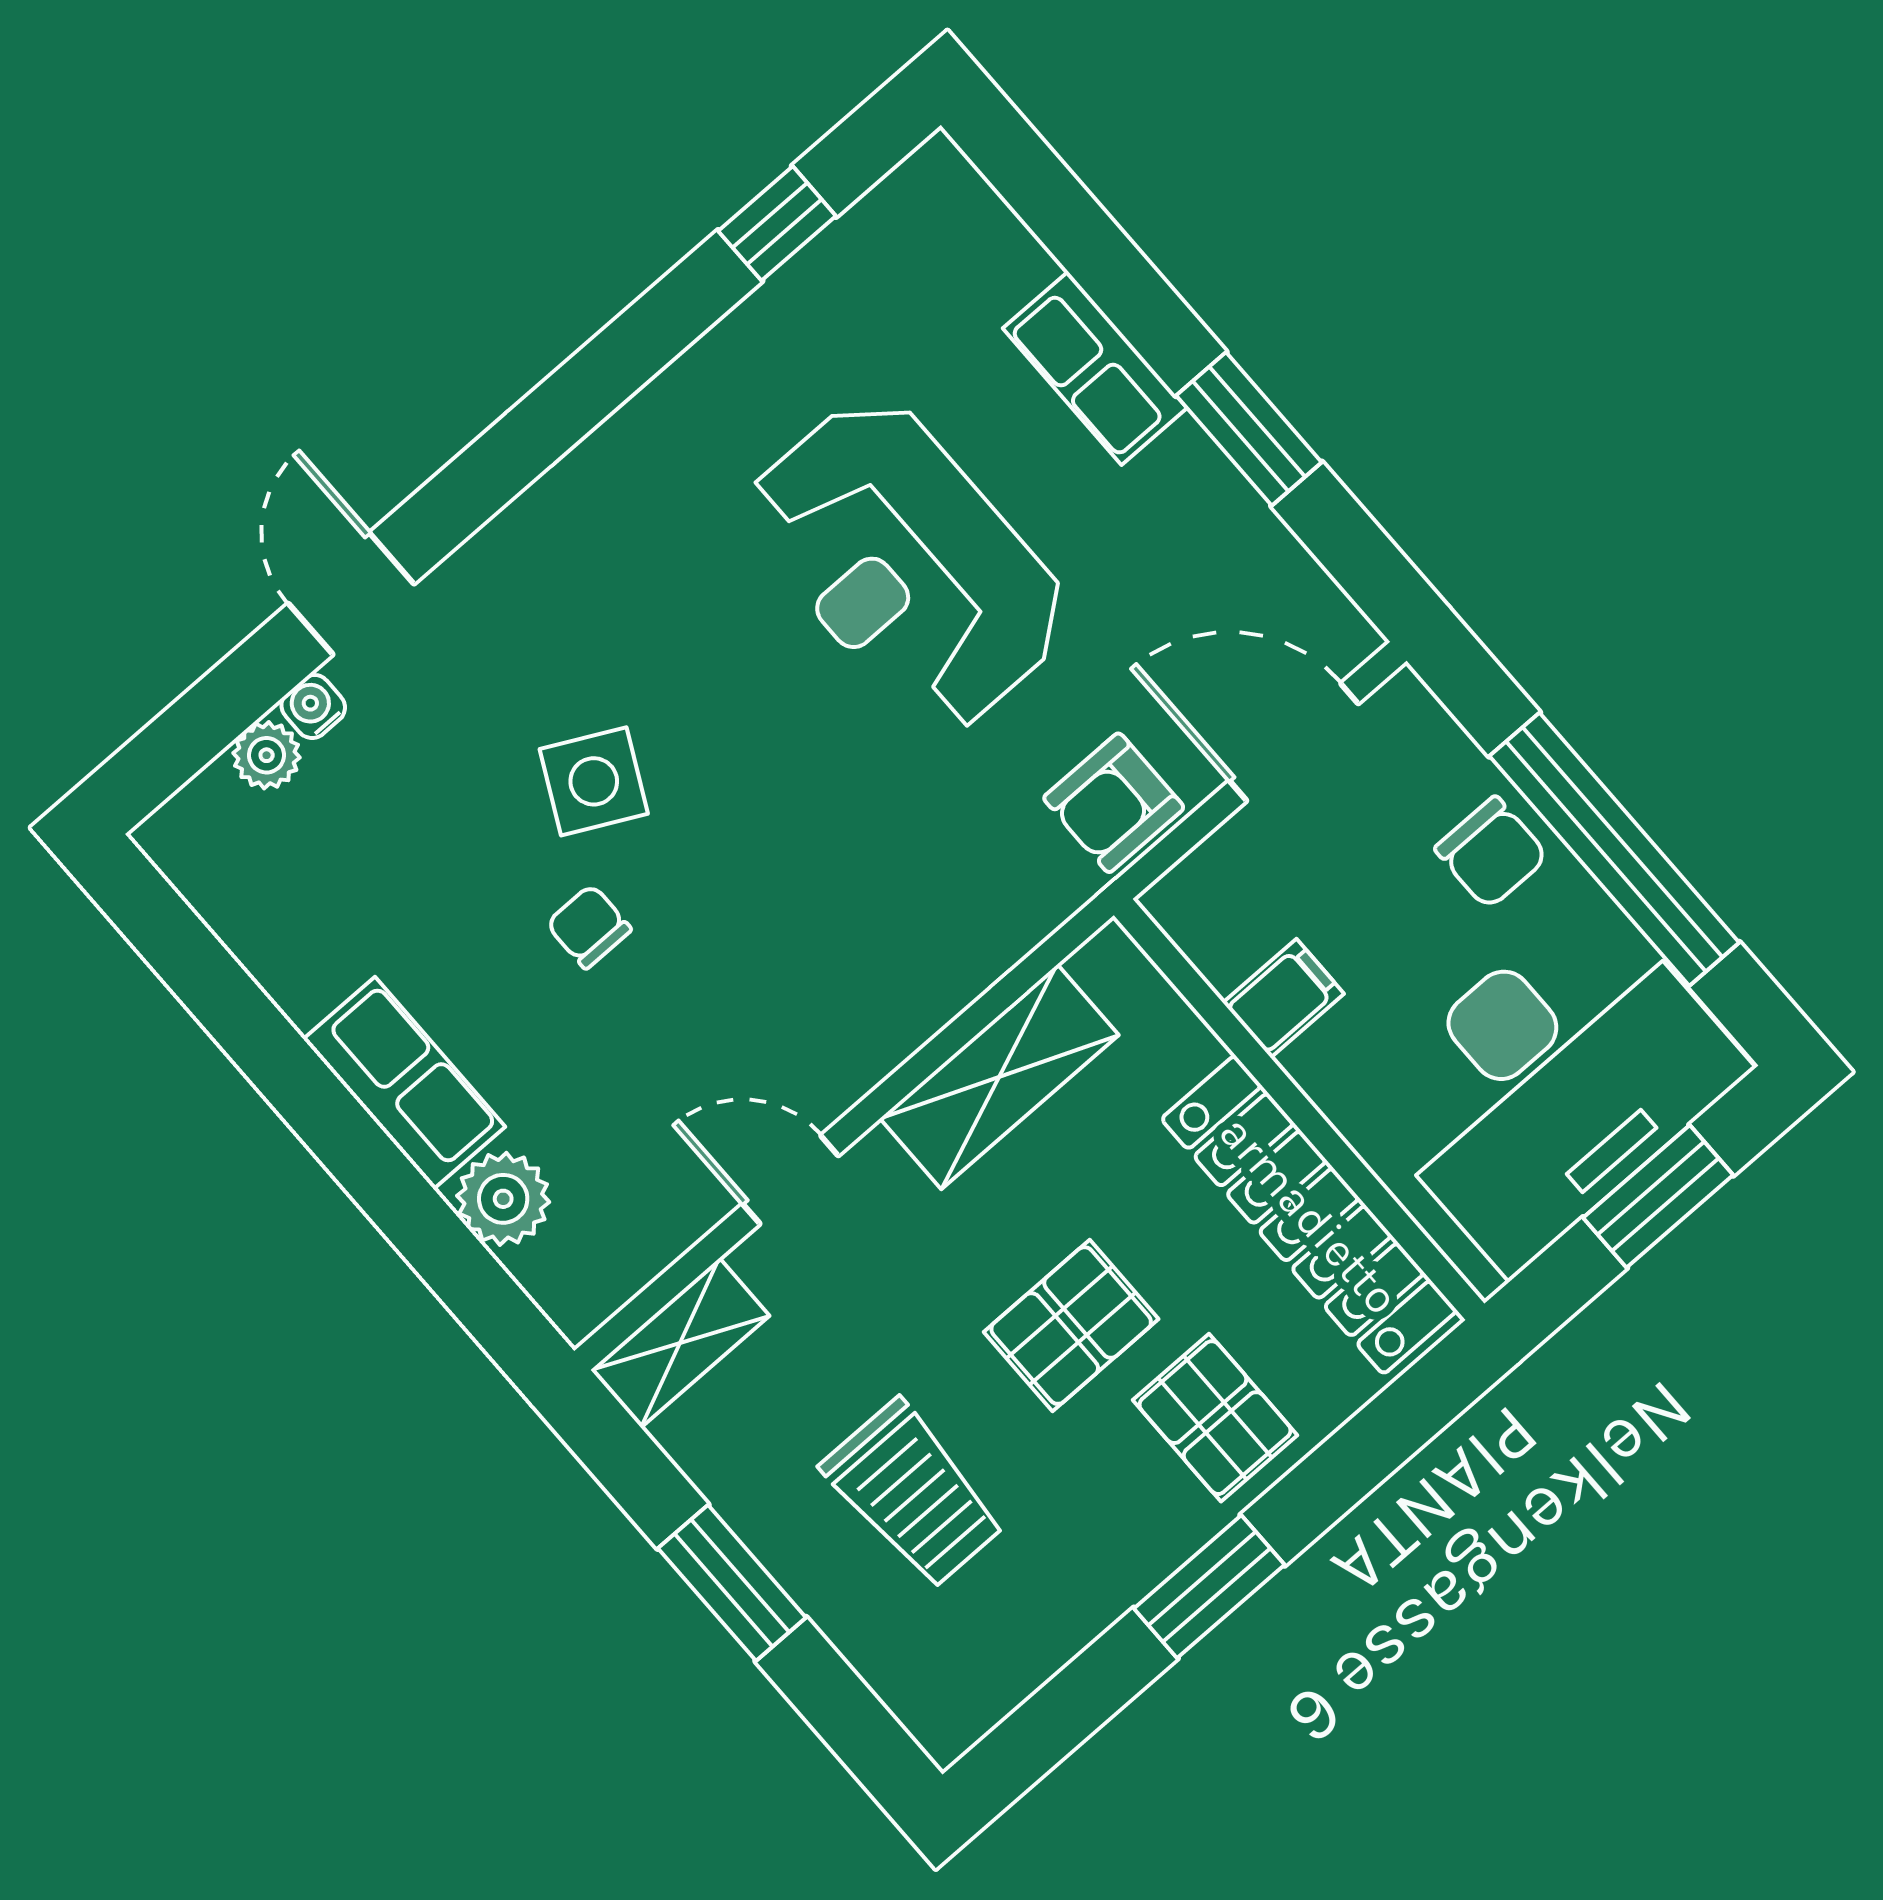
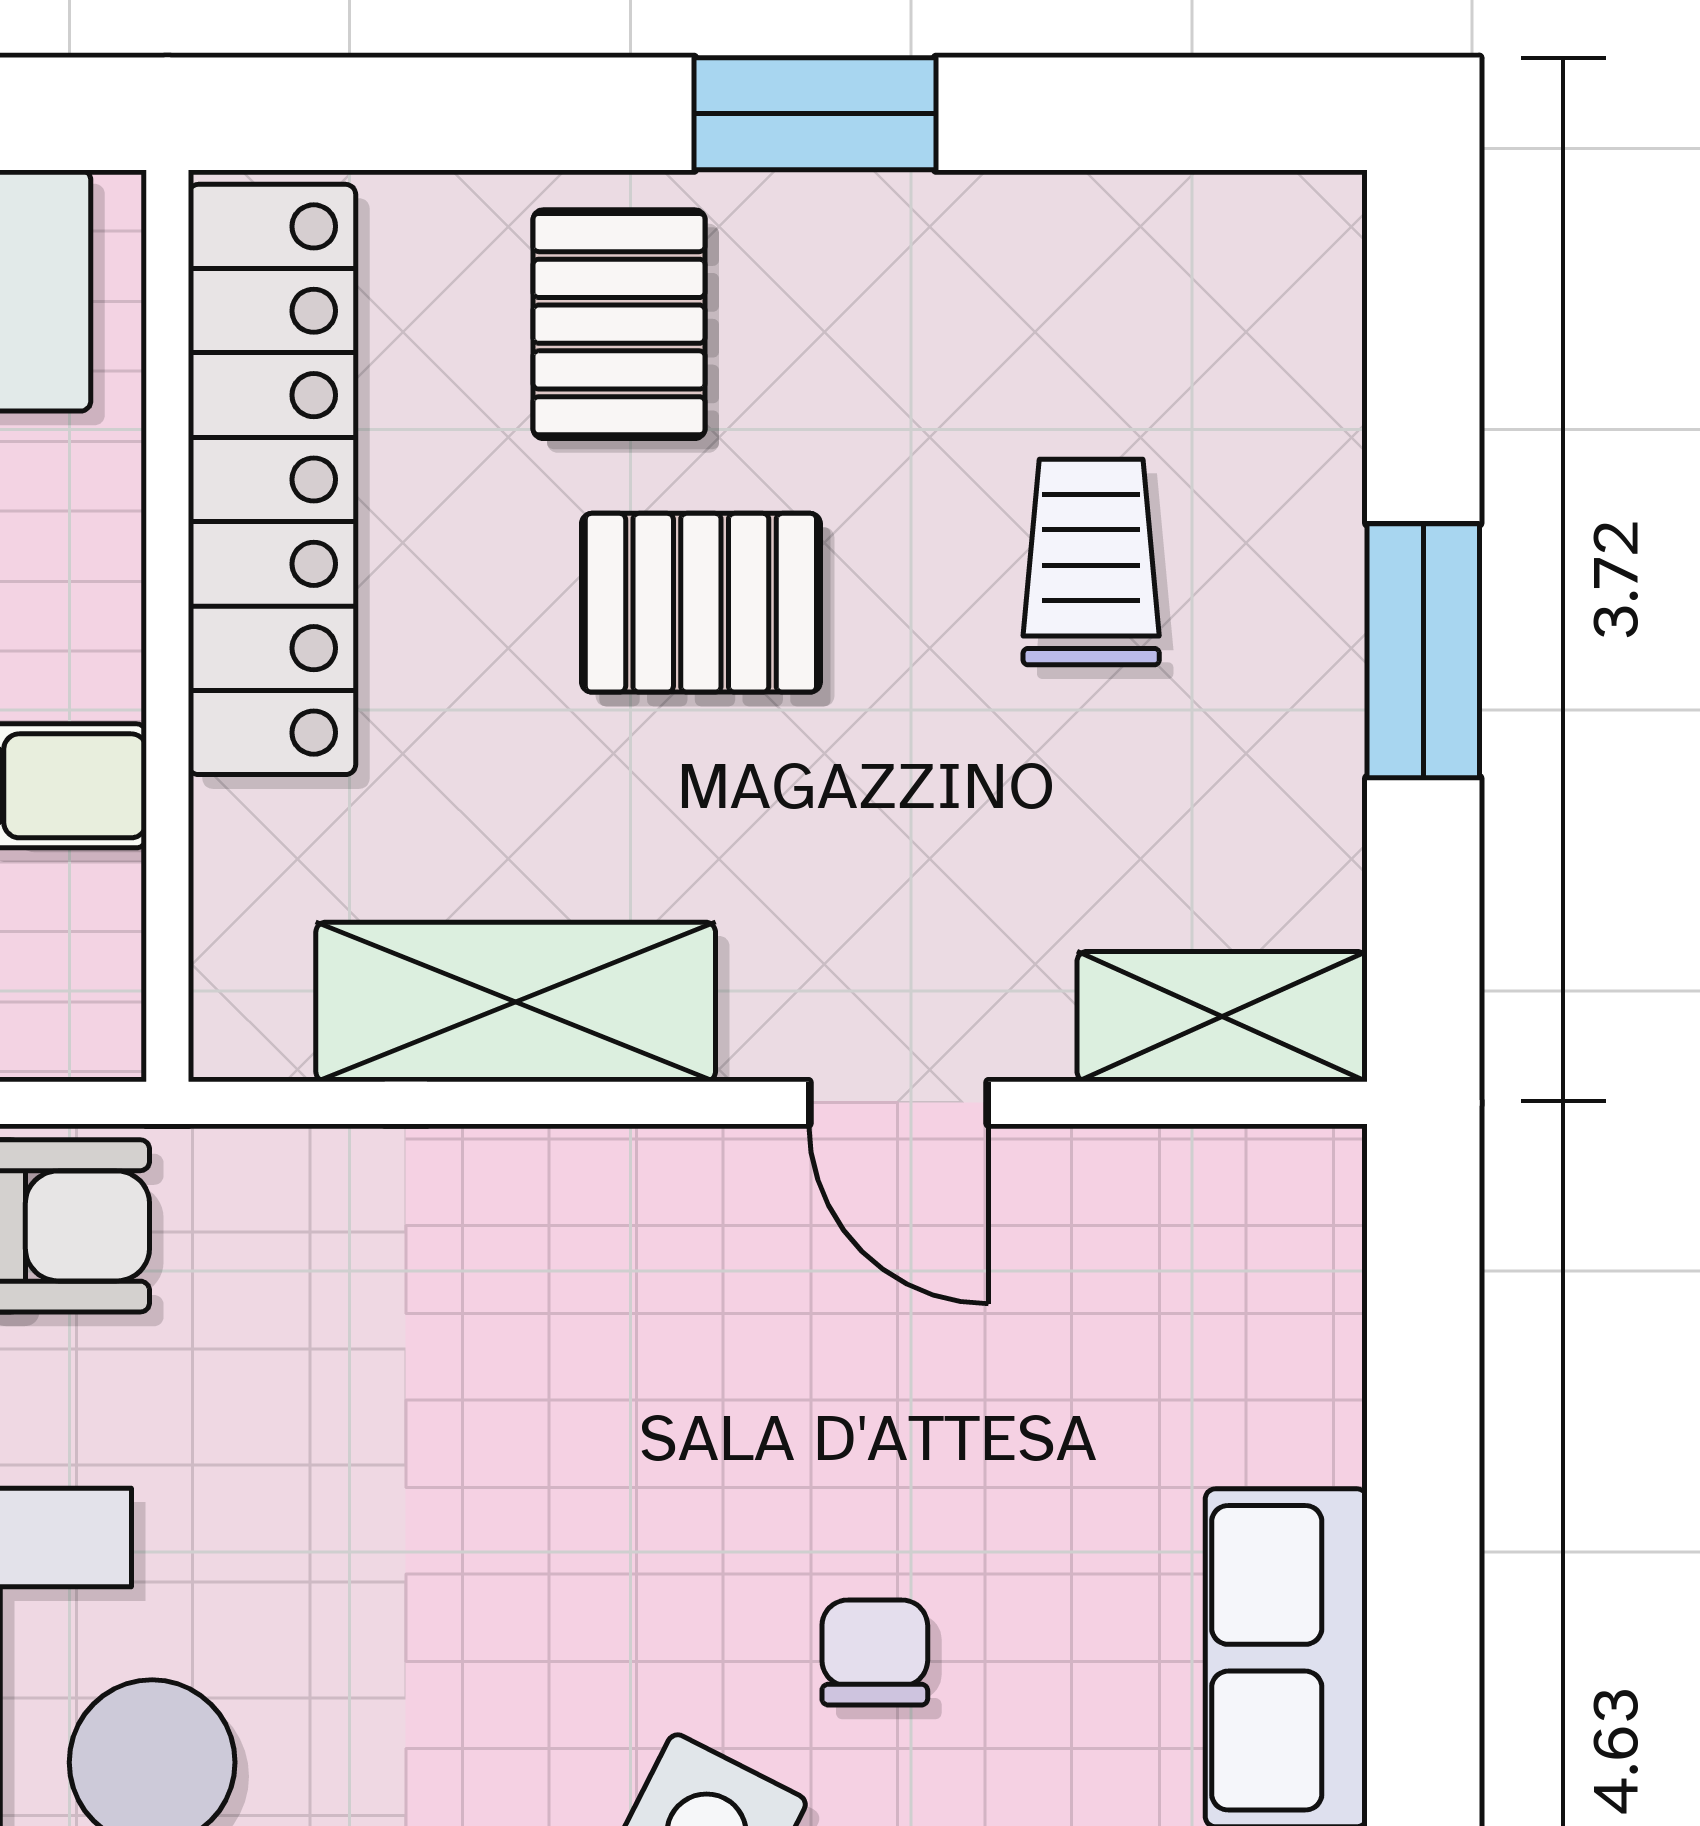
chair: (589, 927) -> (875, 1652), turned 180
plant: (503, 1199) -> (1288, 1399), removed
trolley: (914, 1494) -> (1091, 562), width x0.73, depth x0.72

